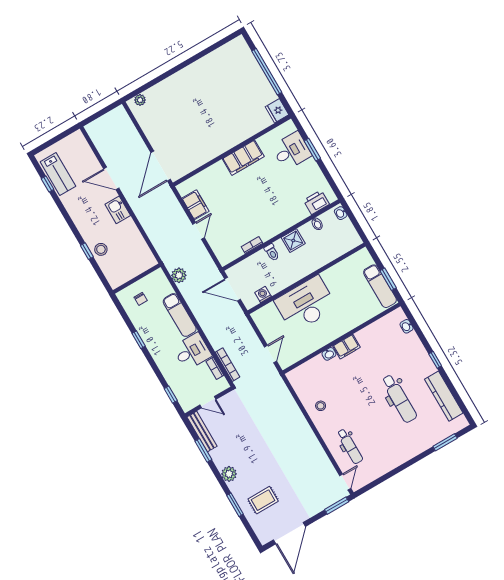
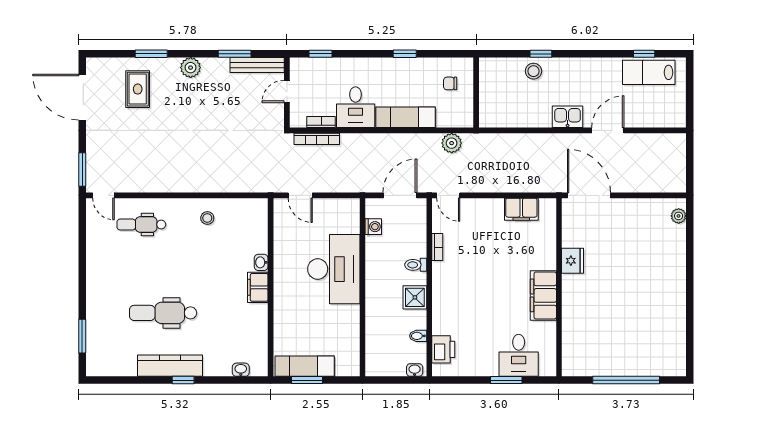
fridge: (277, 111) -> (573, 261), moved, turned 90
door: (198, 231) -> (448, 195), moved
kitchen counter: (444, 396) -> (170, 366), moved

